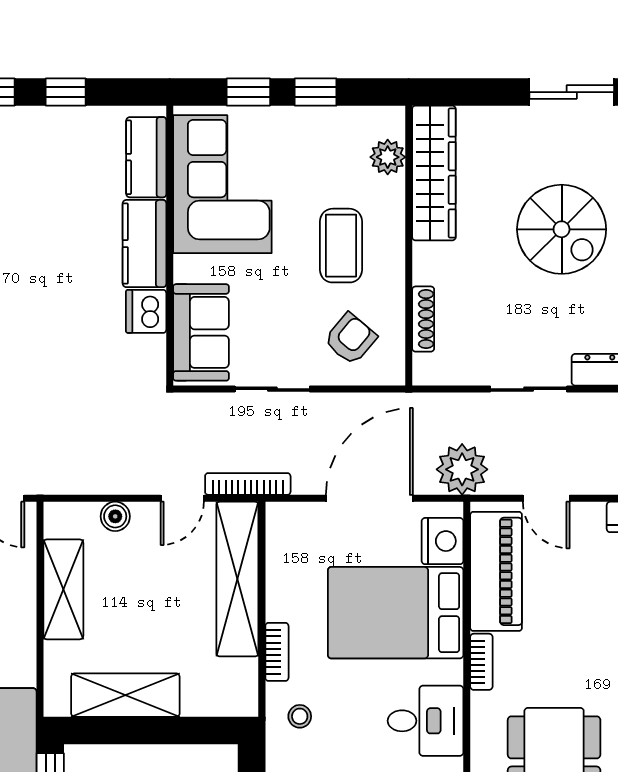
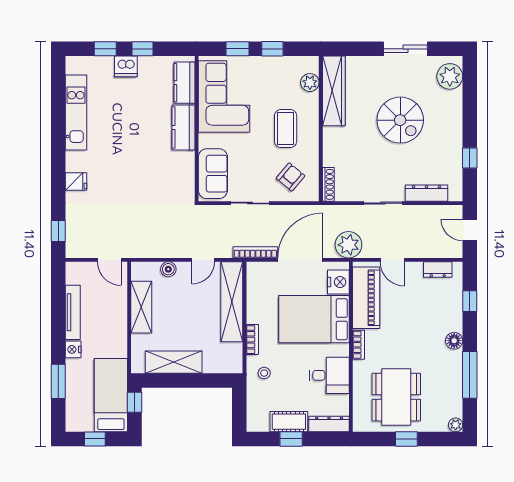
dishwasher: (146, 311) -> (126, 66), moved, turned -90
shoe rack: (423, 319) -> (328, 184), moved
bookcase: (248, 484) -> (255, 252), moved

